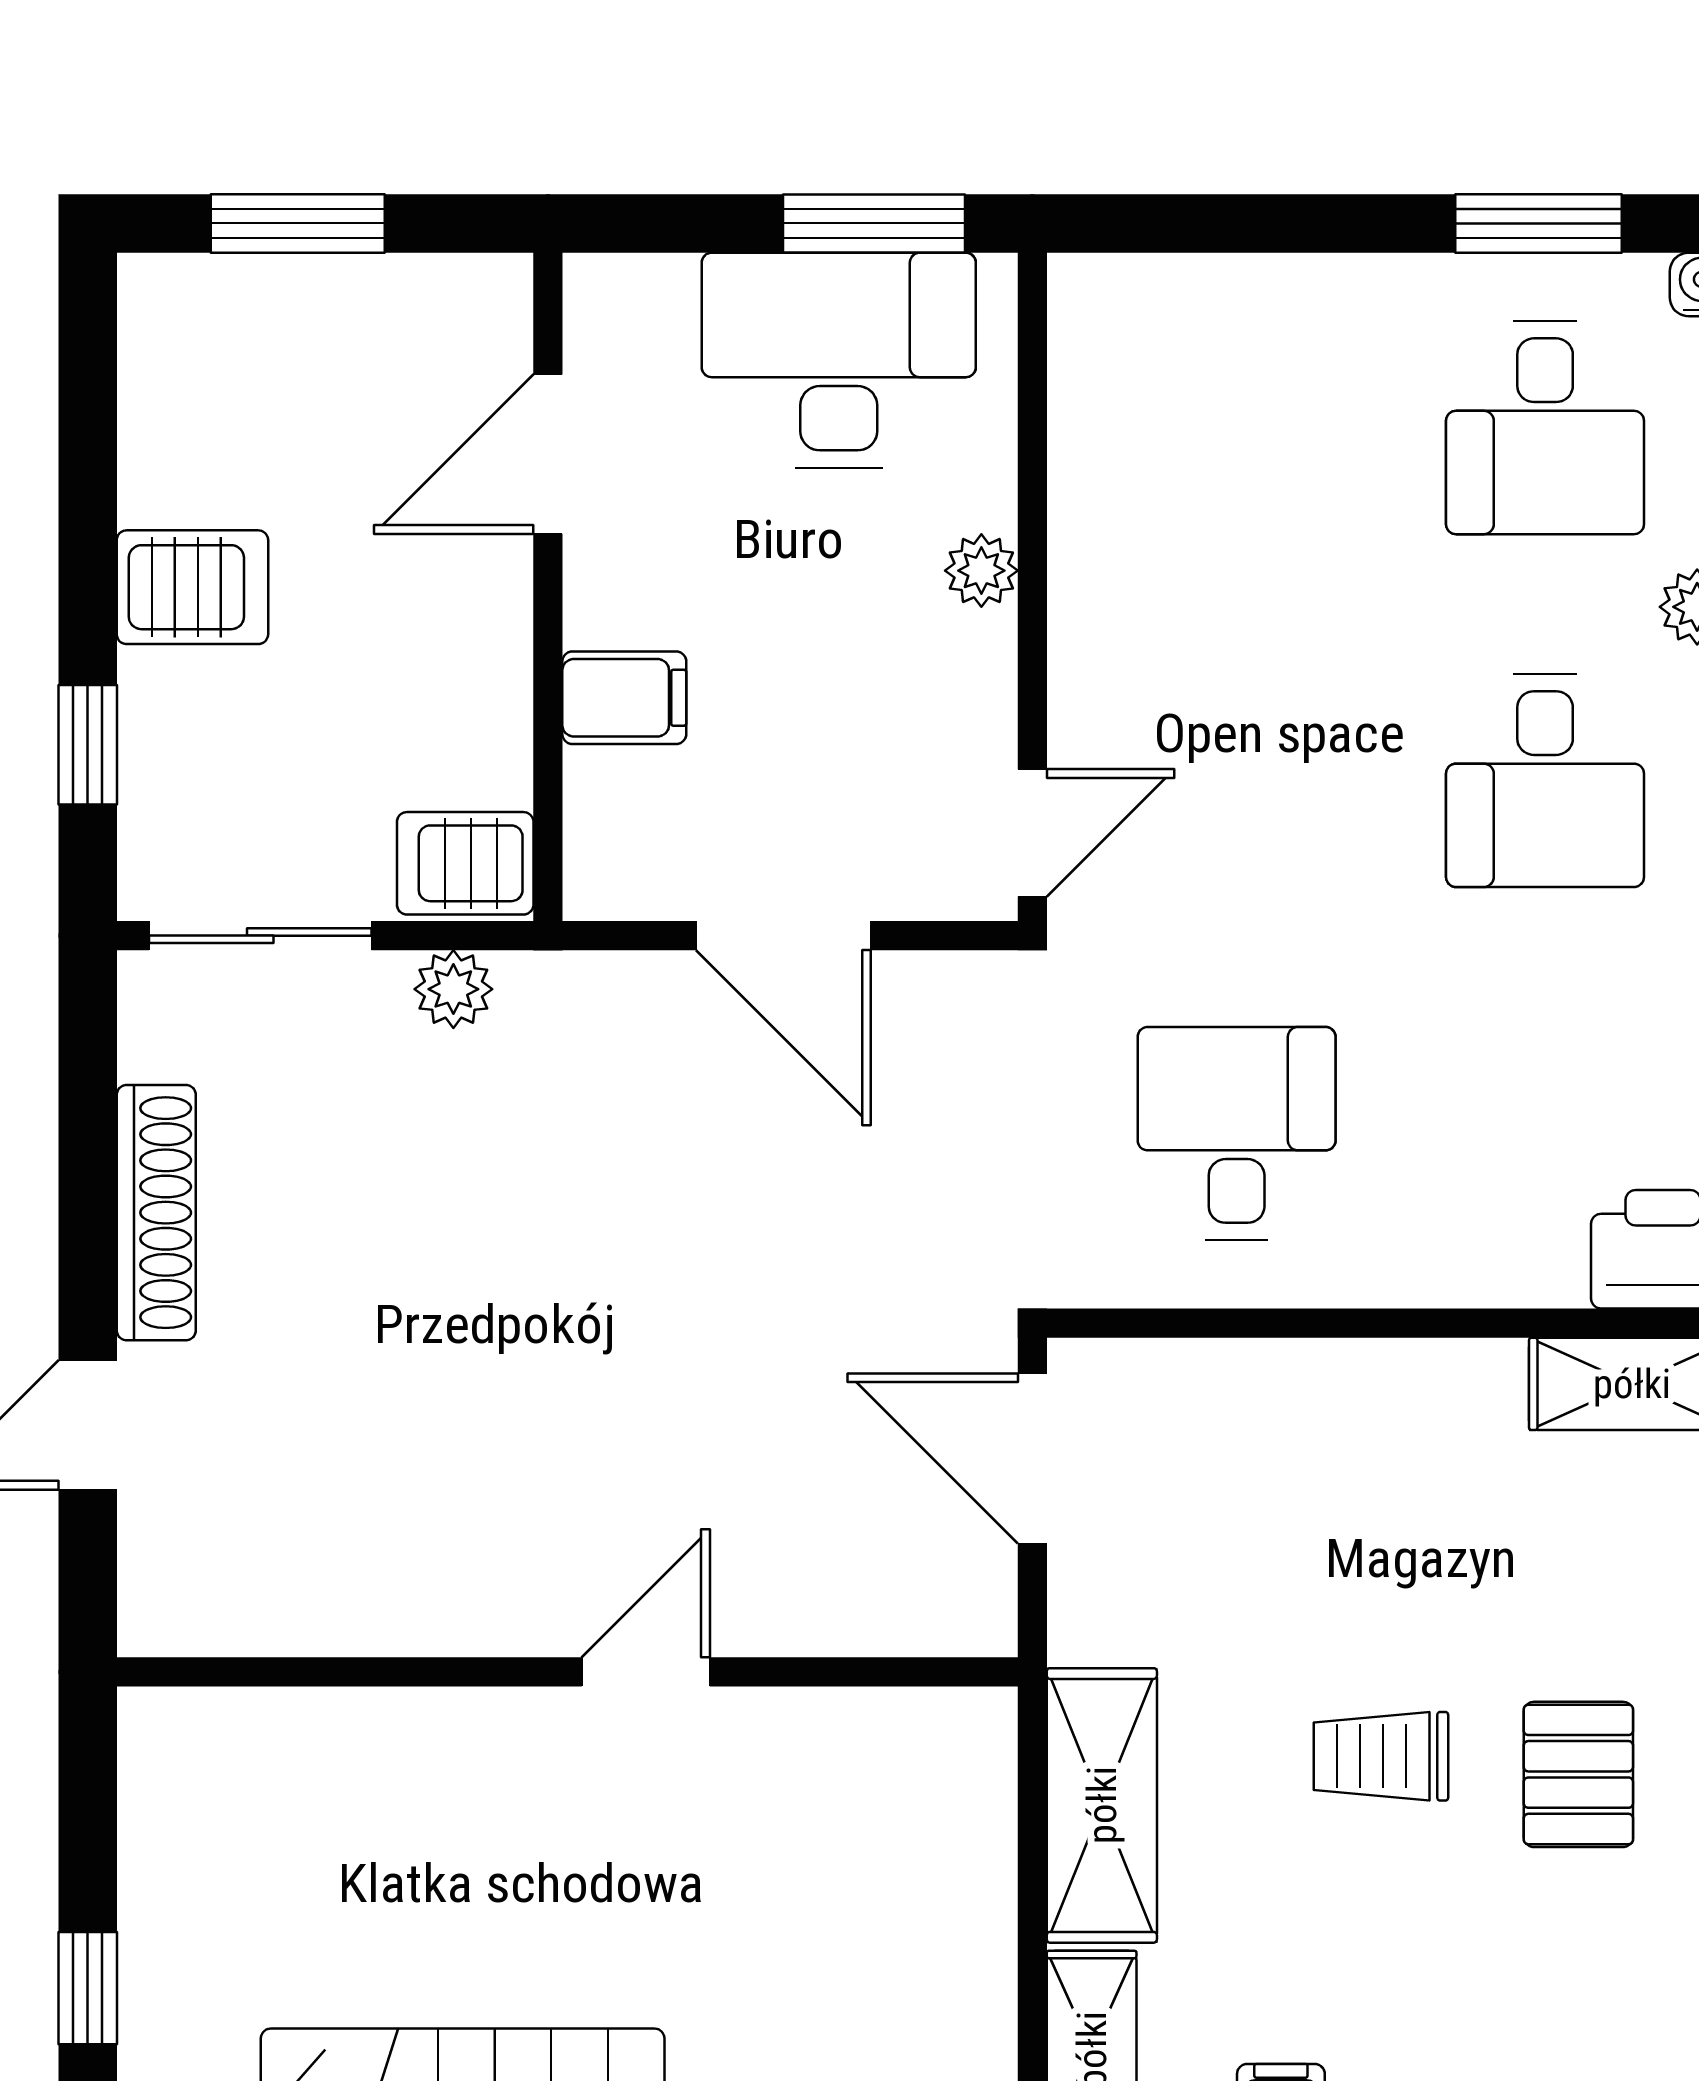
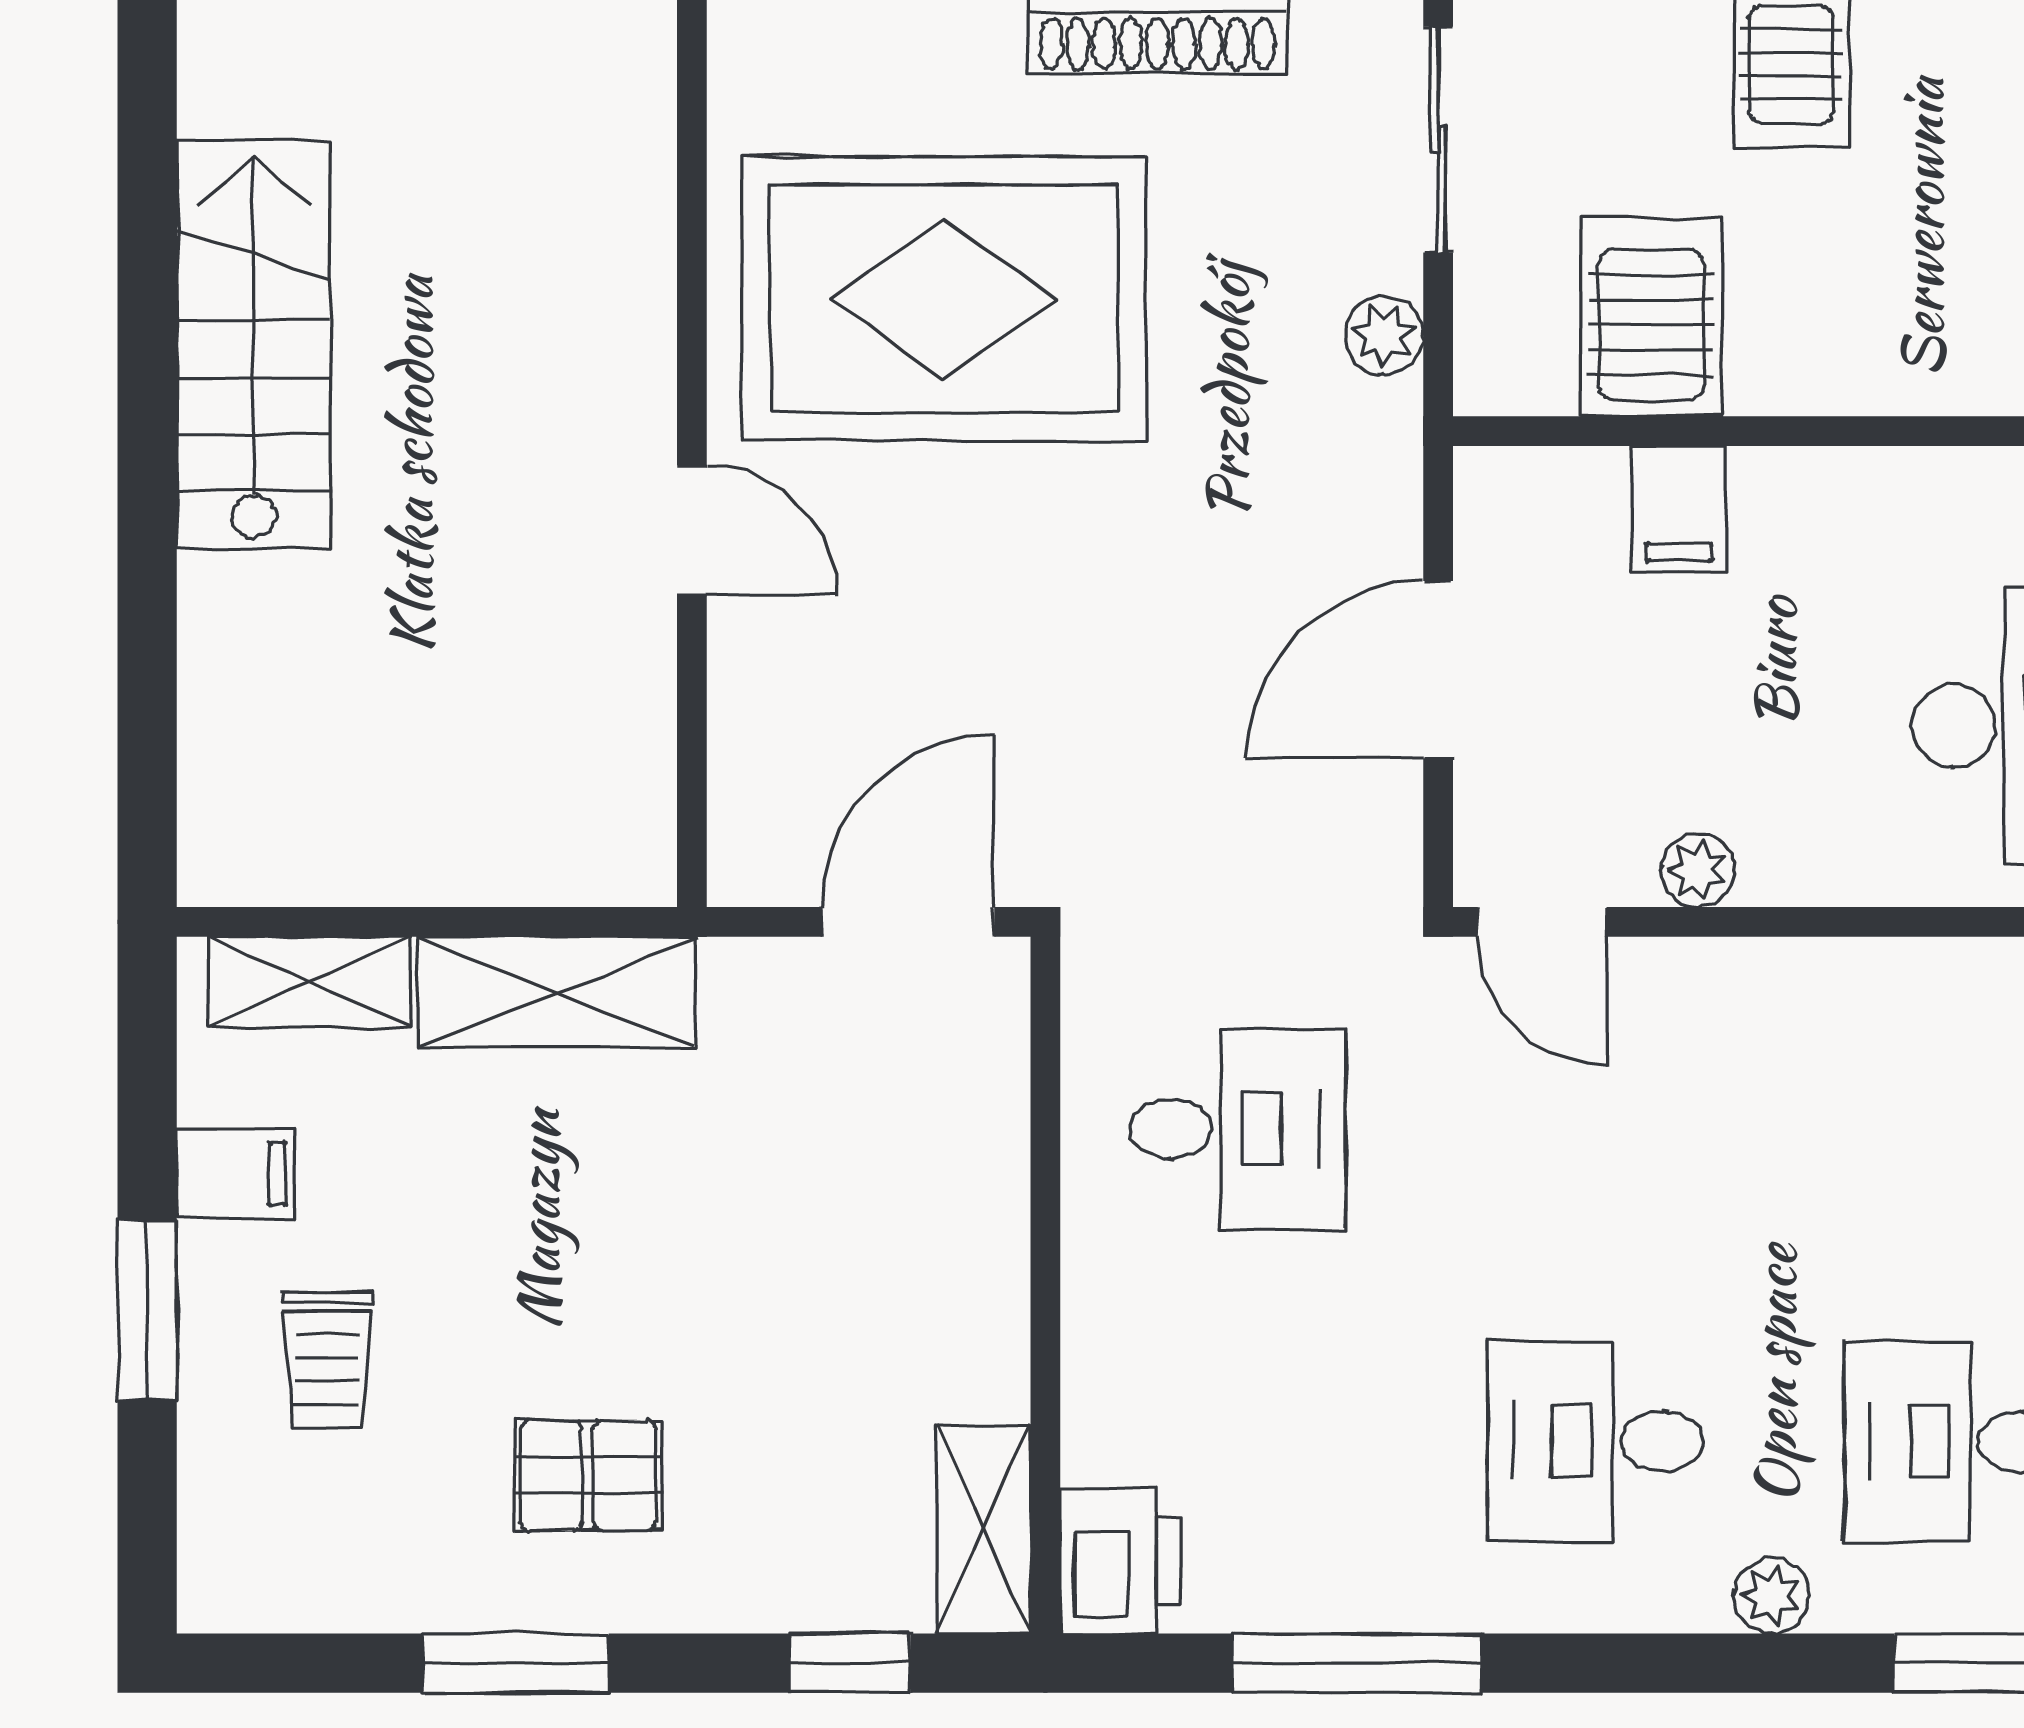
door: (548, 454) -> (1926, 431), removed
plant: (981, 571) -> (1698, 870), moved
server rack: (465, 863) -> (1652, 317), moved, width x1.36, depth x1.44
rug: (418, 1423) -> (944, 299), added
trolley: (1381, 1756) -> (327, 1360), moved, turned 180

